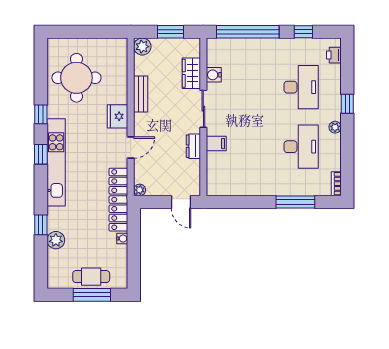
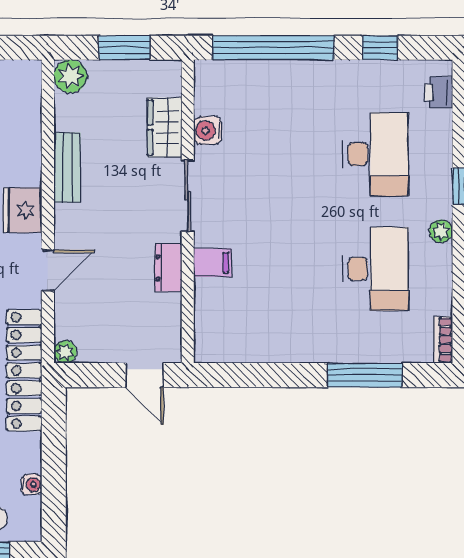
water cooler: (122, 239) -> (32, 484), moved

